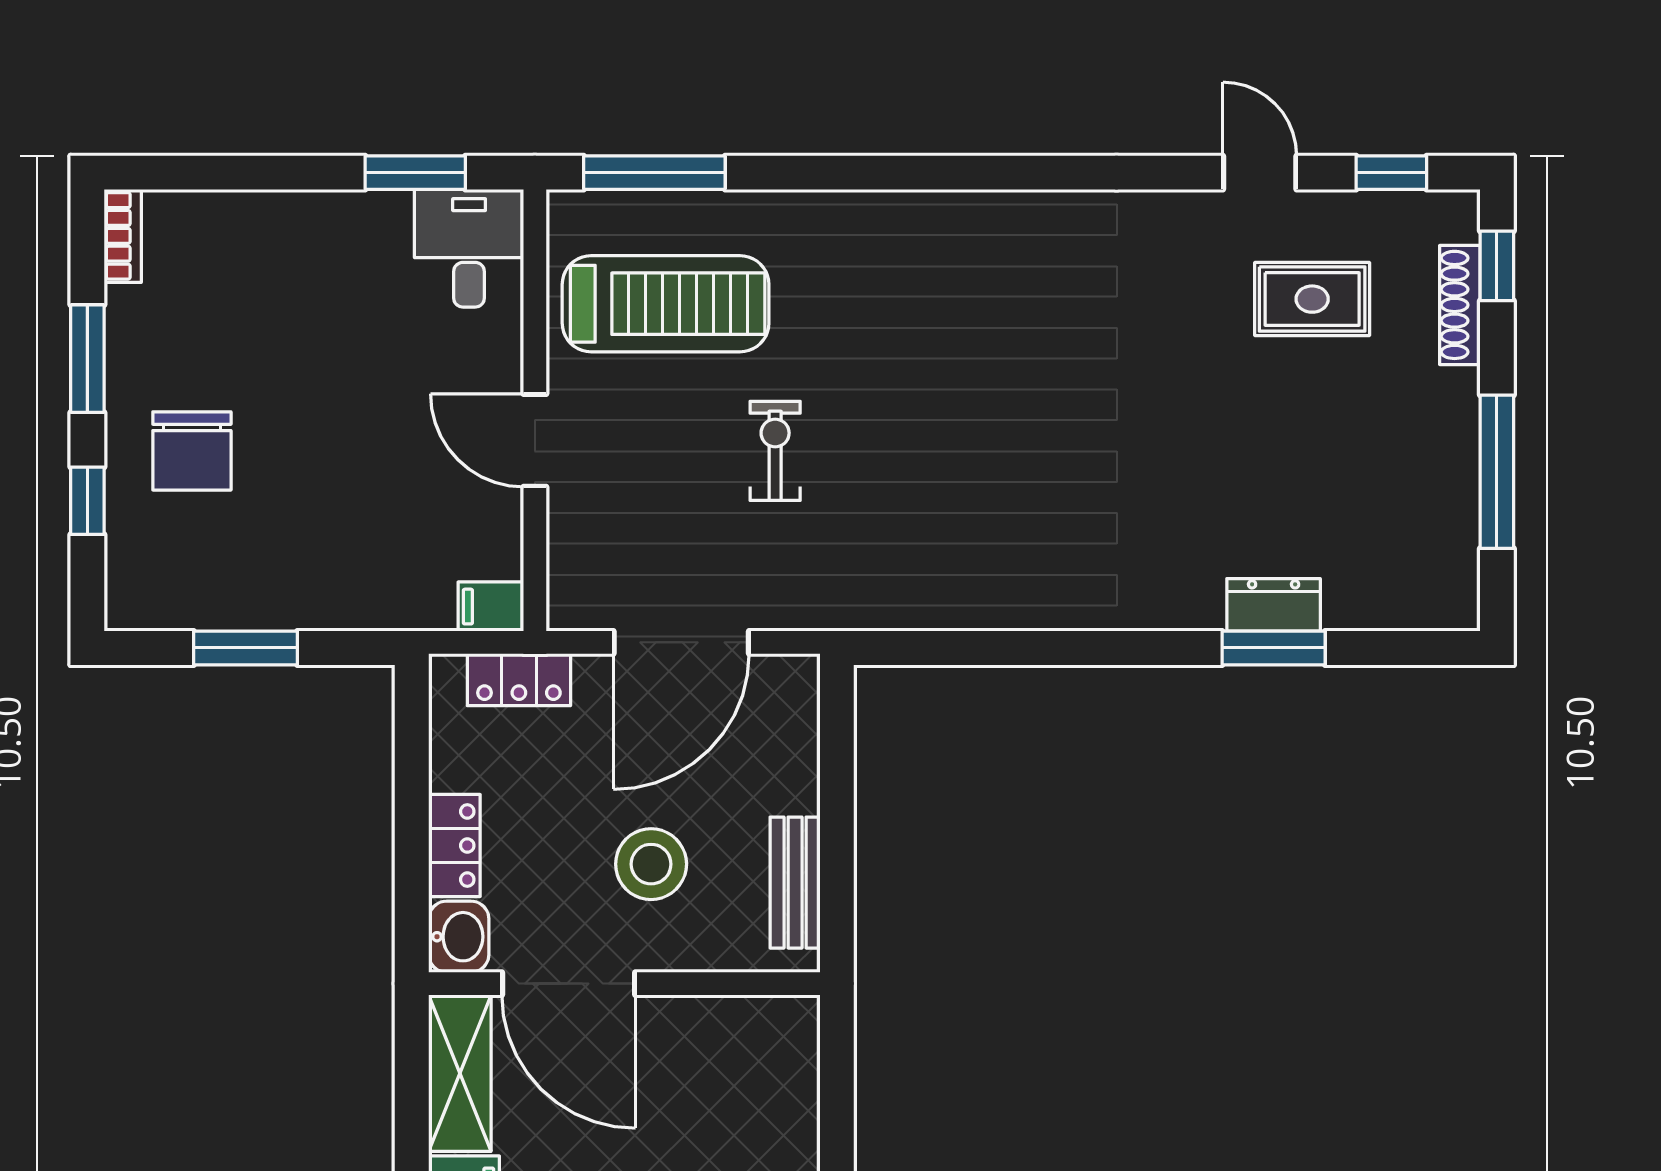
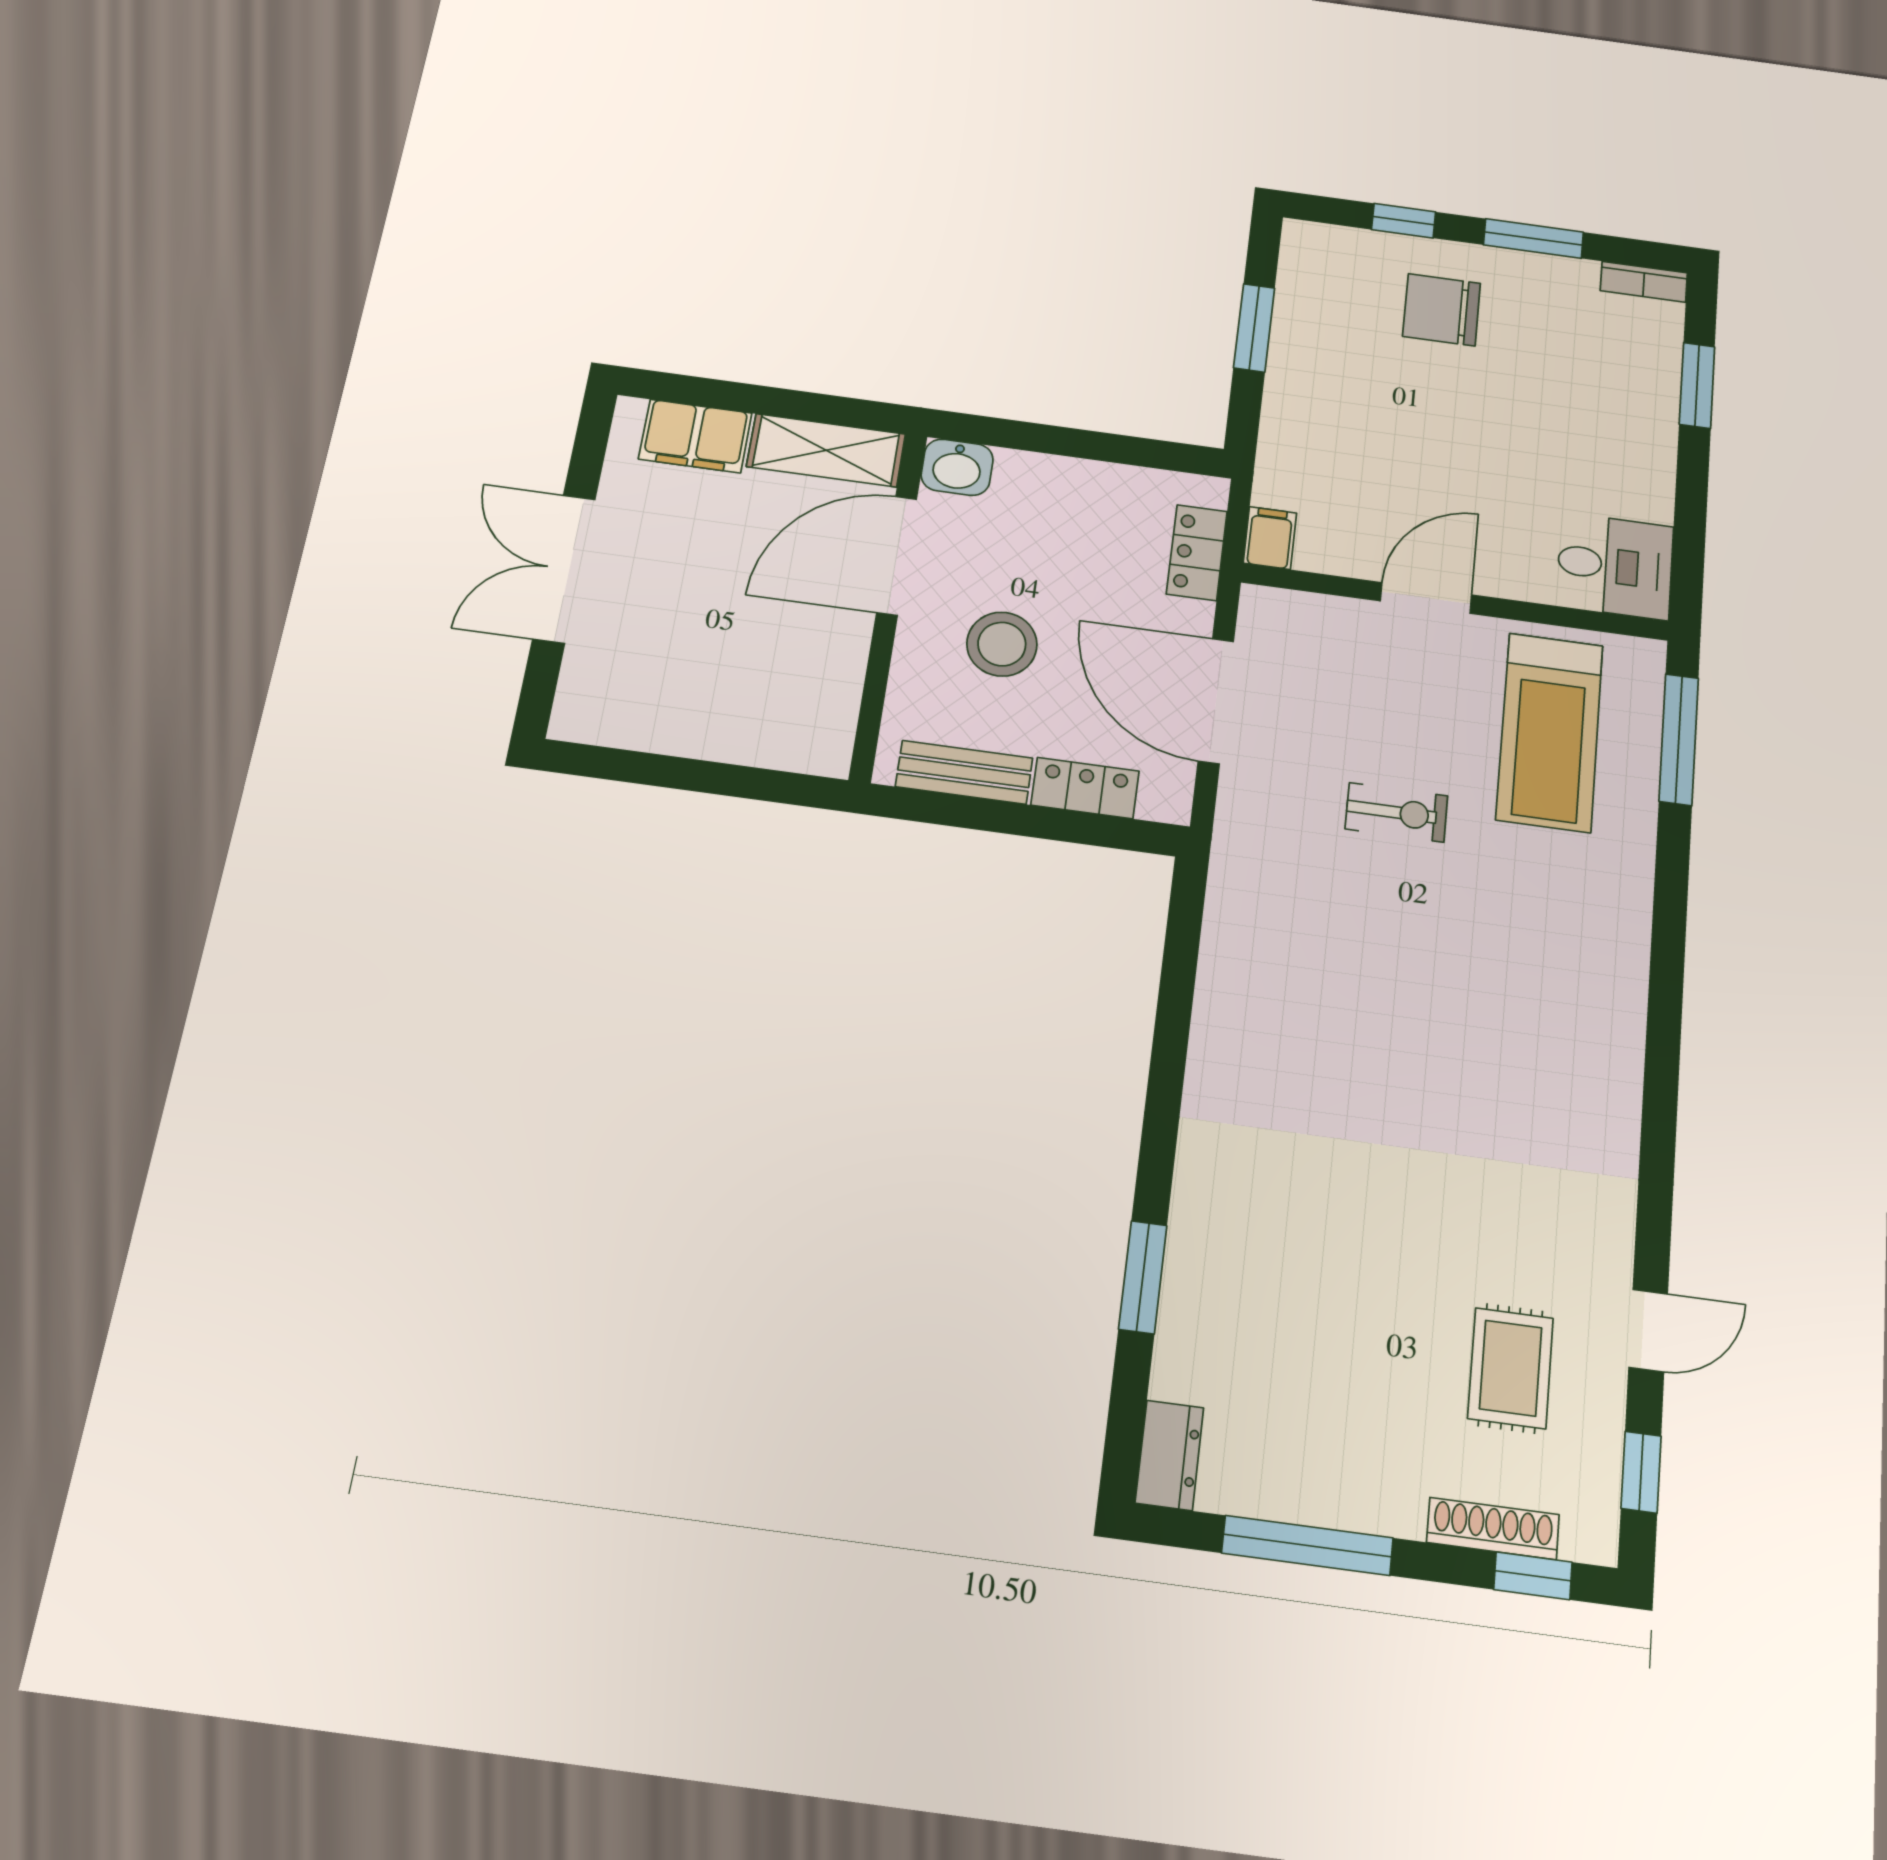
window: (415, 173) -> (1697, 385), moved
dresser: (1274, 605) -> (1169, 1455), moved
locker: (454, 846) -> (1085, 788), moved, turned 180

